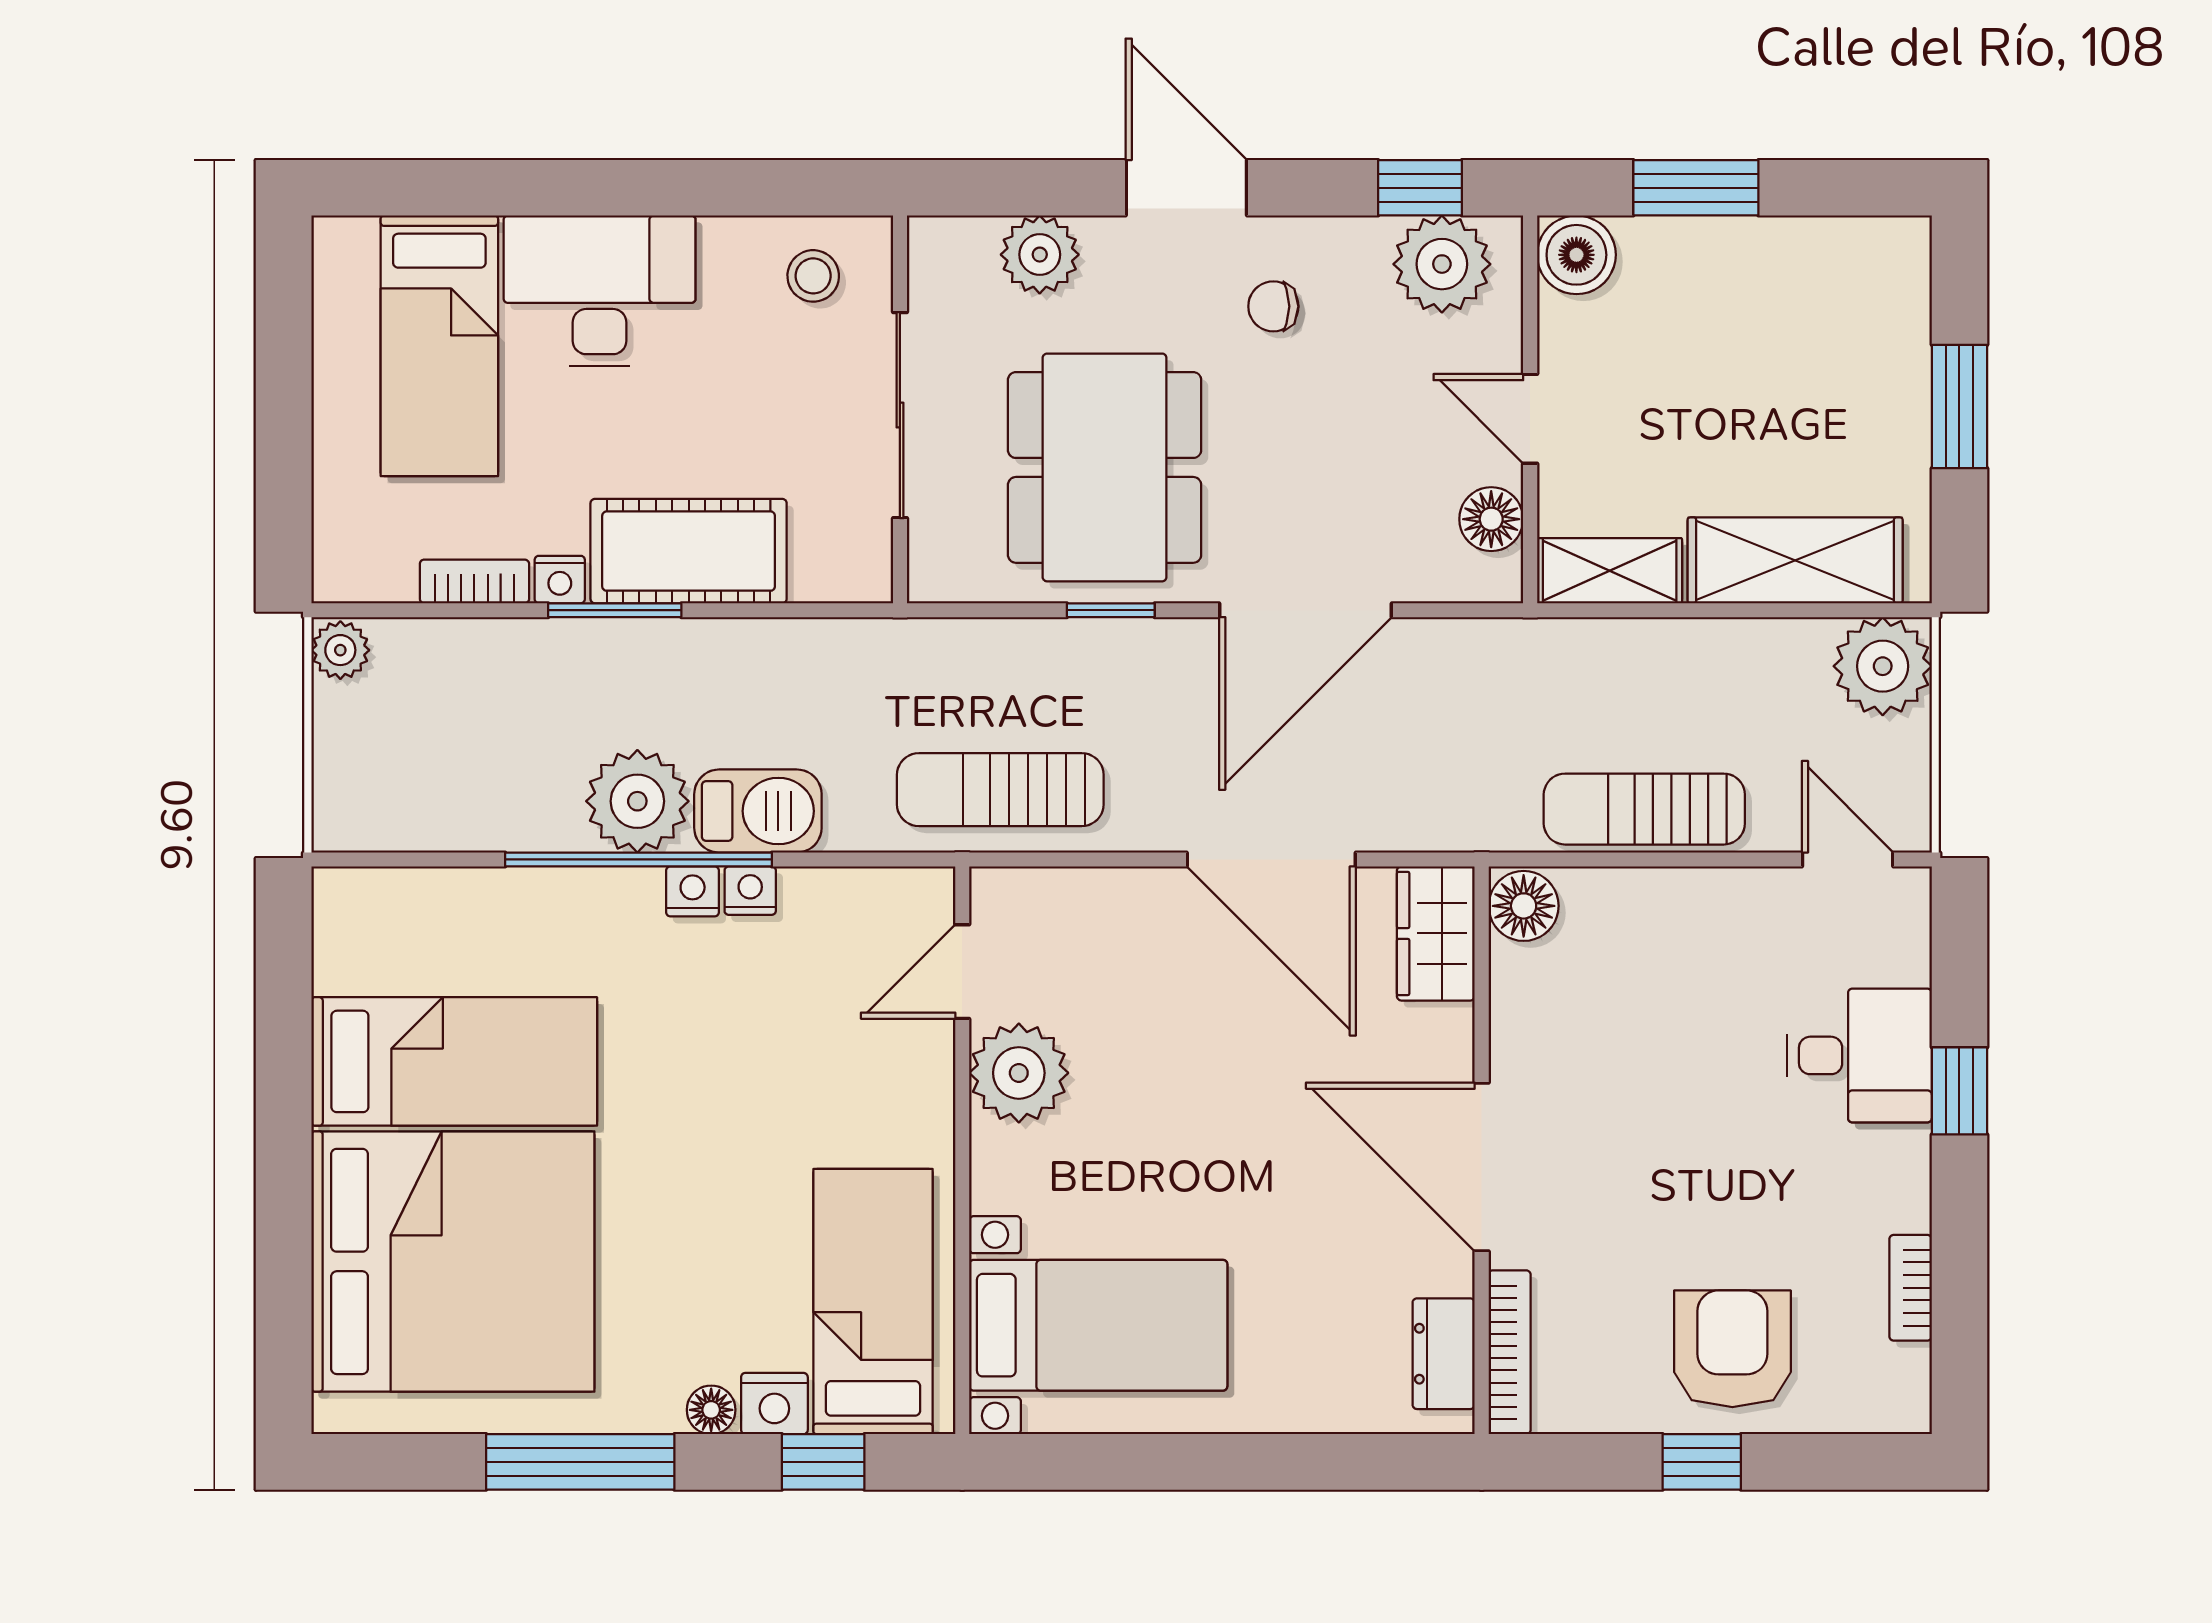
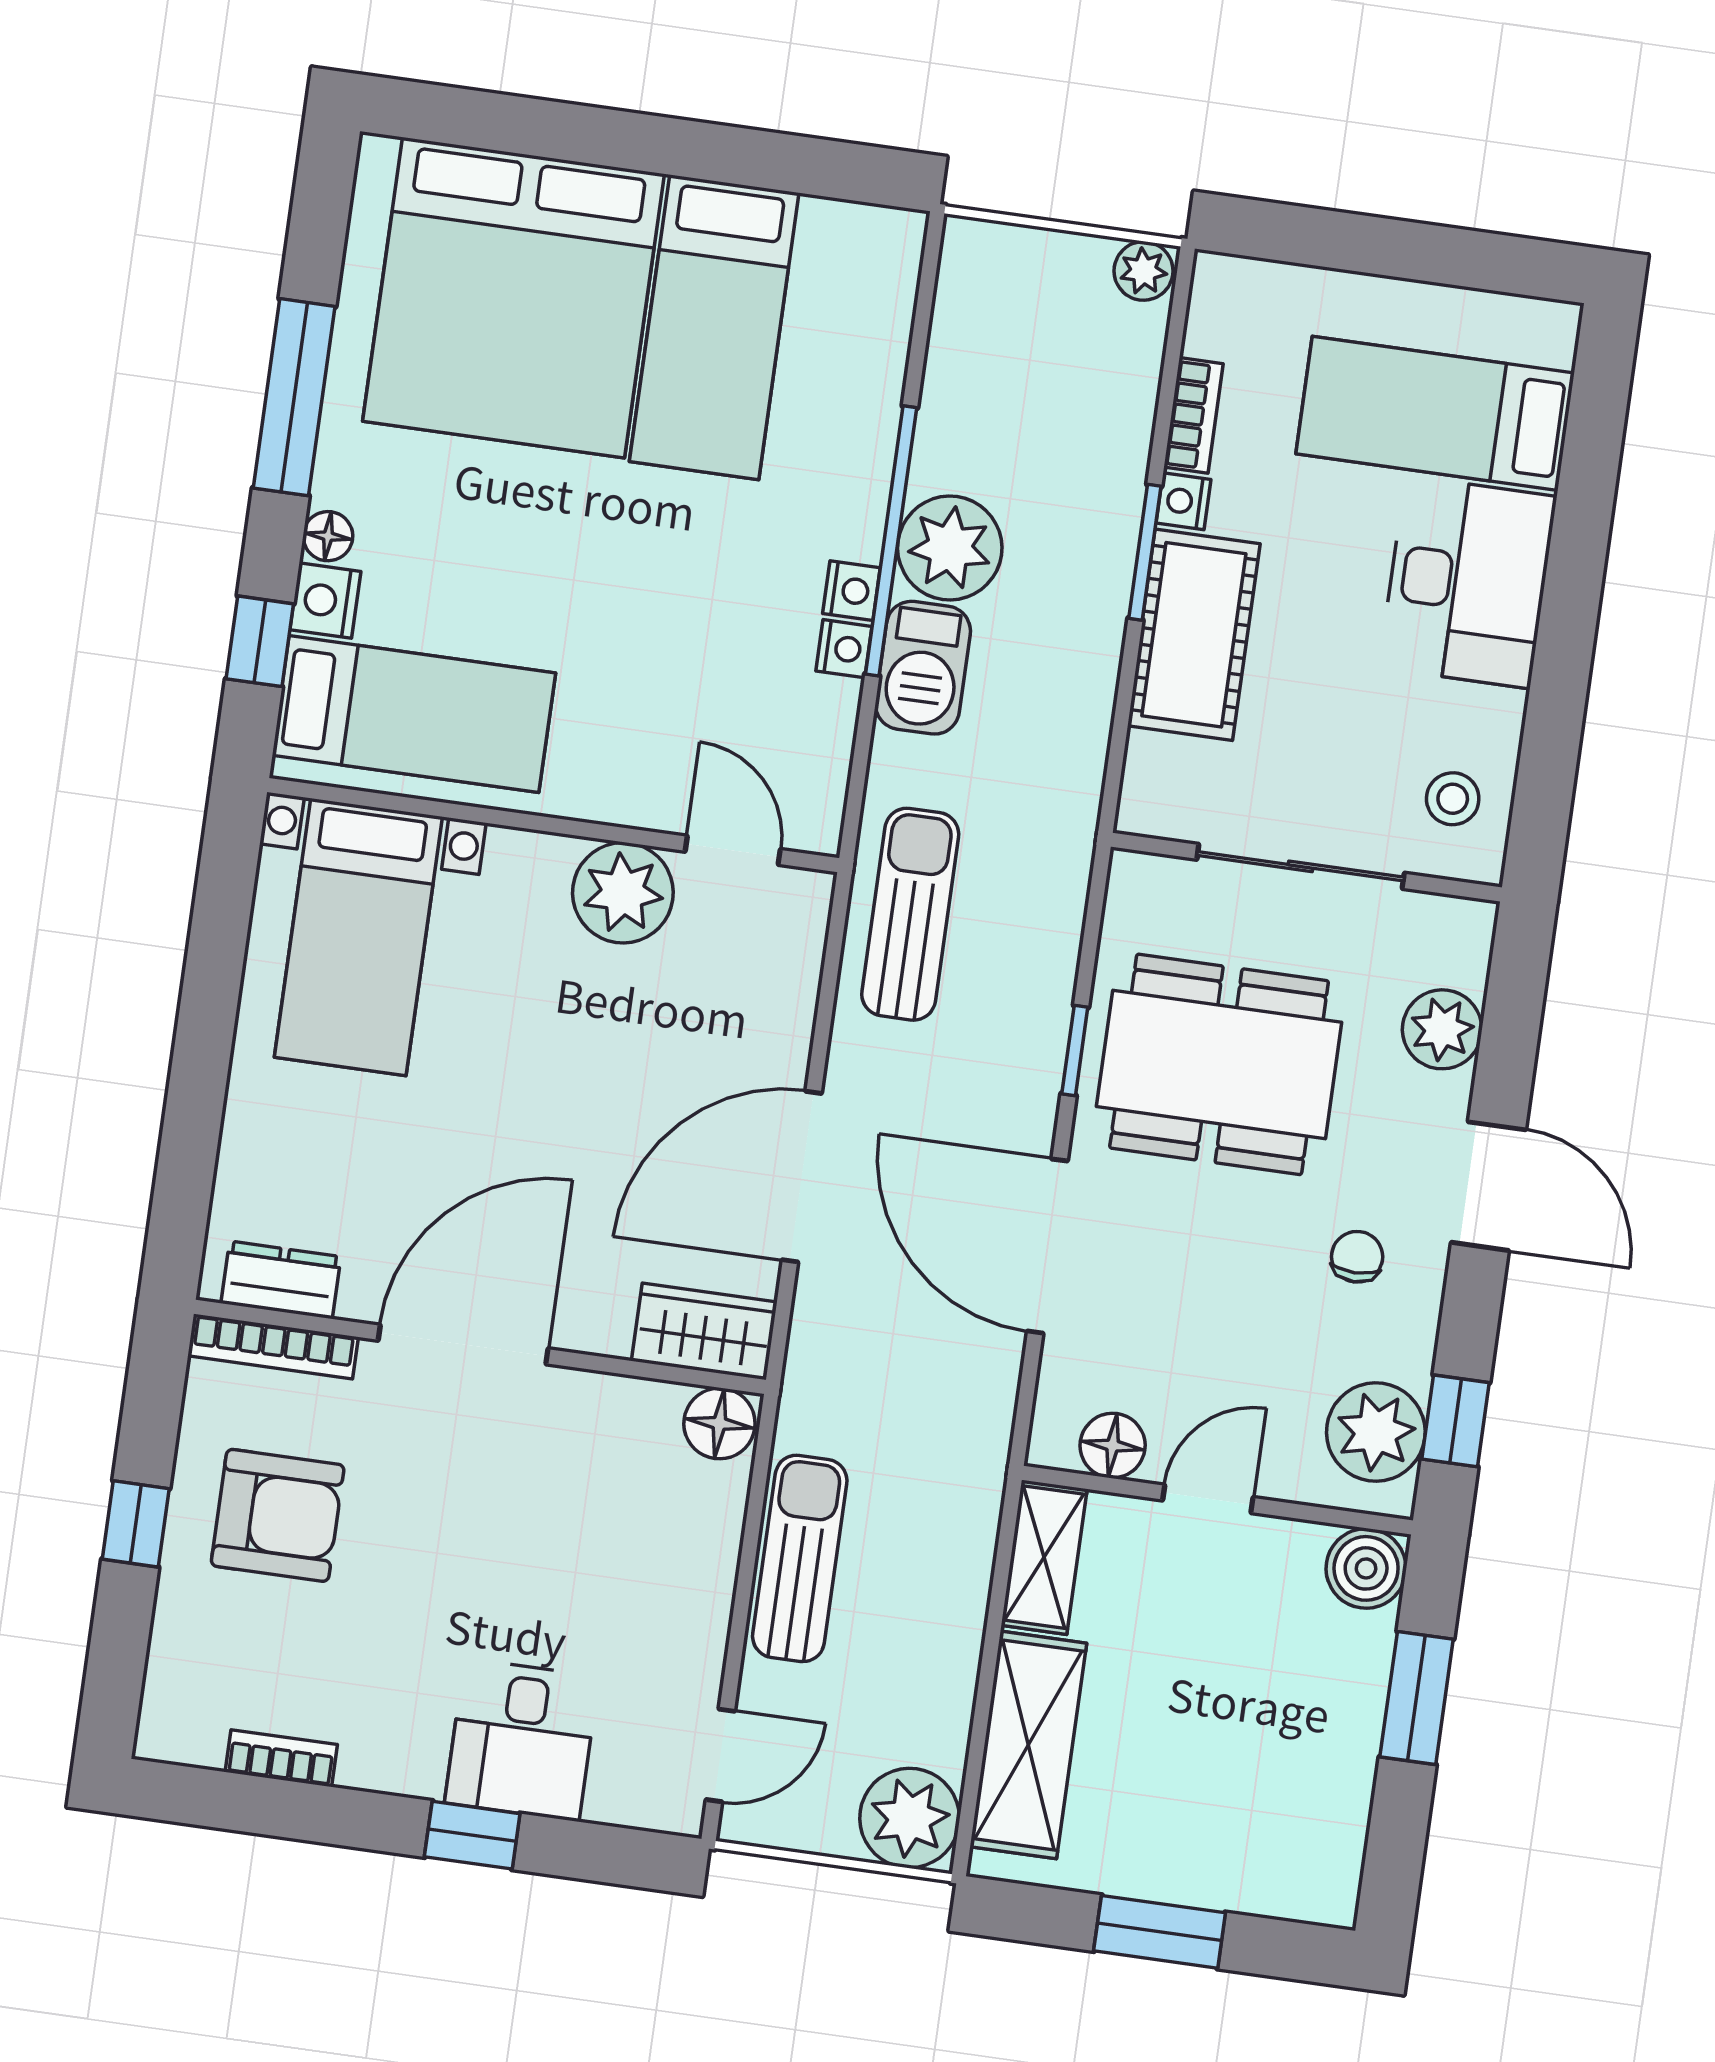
door: (1186, 188) -> (1488, 1186), hinge flipped
armchair: (1732, 1349) -> (278, 1515), moved

